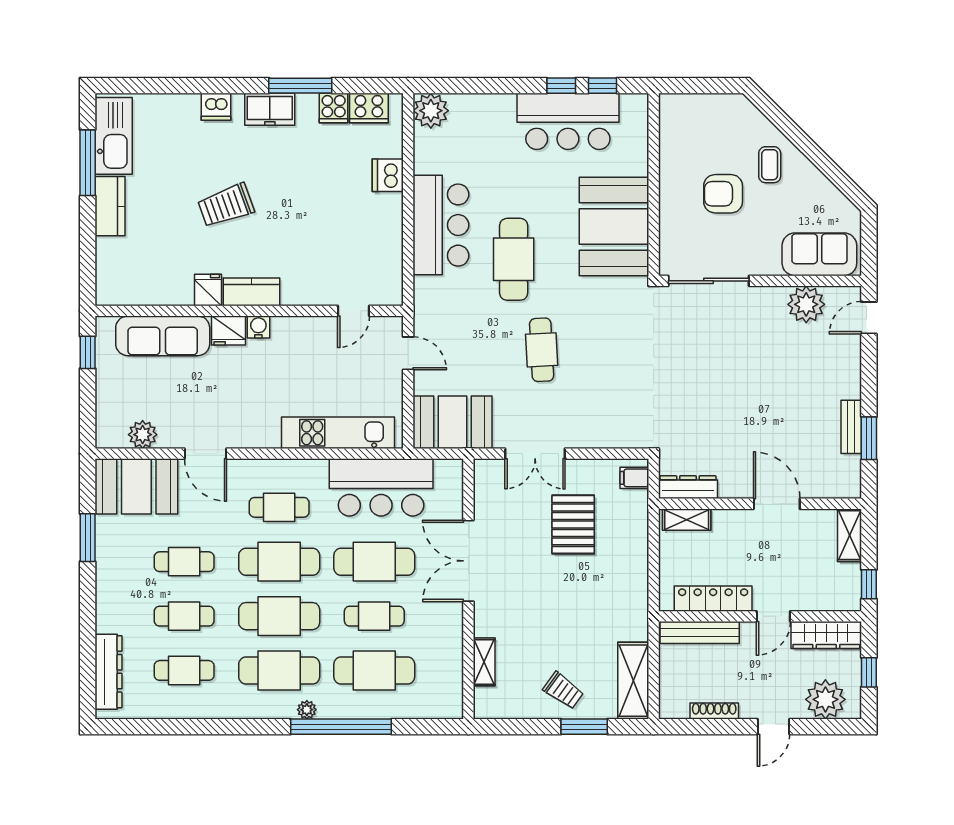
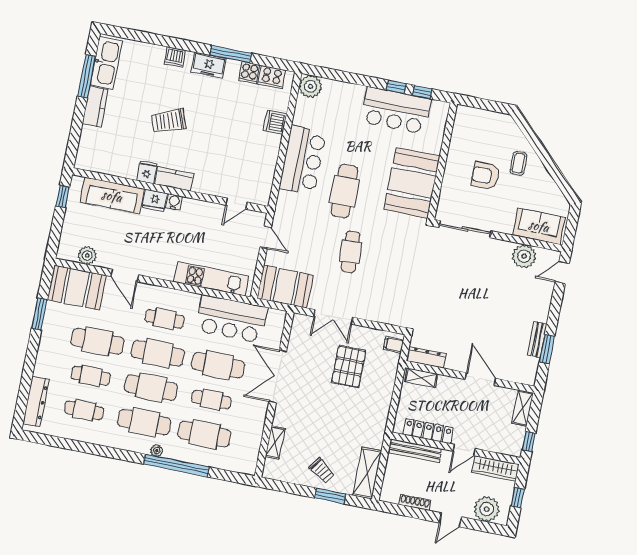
cafe table: (184, 562) -> (98, 341), width x1.37, depth x1.35

